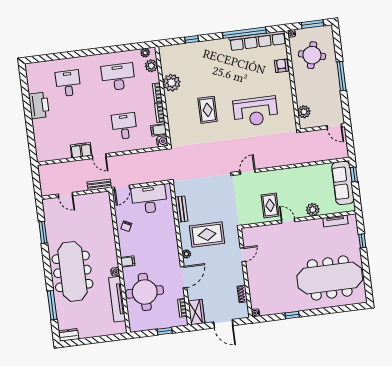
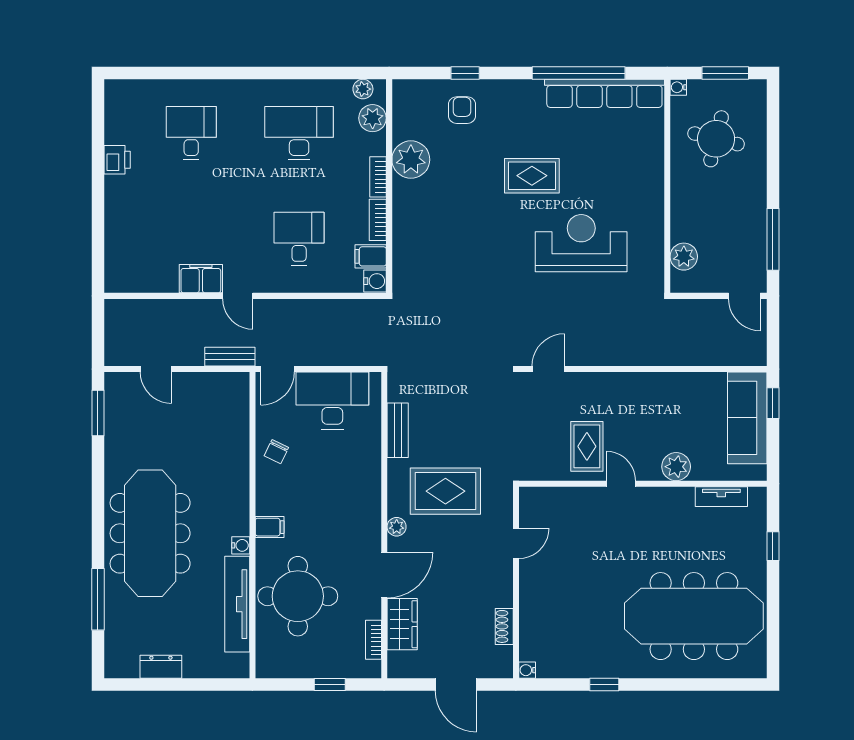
armchair: (281, 66) -> (462, 110), moved
window: (341, 76) -> (773, 239), moved
printer: (39, 105) -> (117, 160), width x0.53, depth x0.68
rug: (208, 110) -> (532, 176), moved, turned 90
reception desk: (256, 111) -> (581, 243), turned 180
window: (43, 232) -> (98, 413), moved
wardrobe: (196, 312) -> (402, 624), moved
dresser: (69, 335) -> (161, 667), moved

